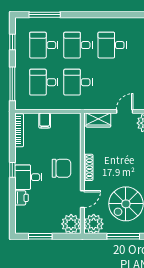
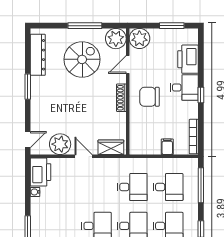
door: (125, 111) -> (83, 156), swing flipped
printer: (22, 198) -> (188, 59), width x1.87, depth x1.48

